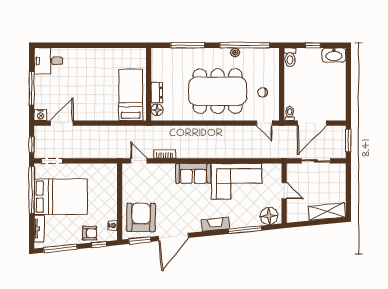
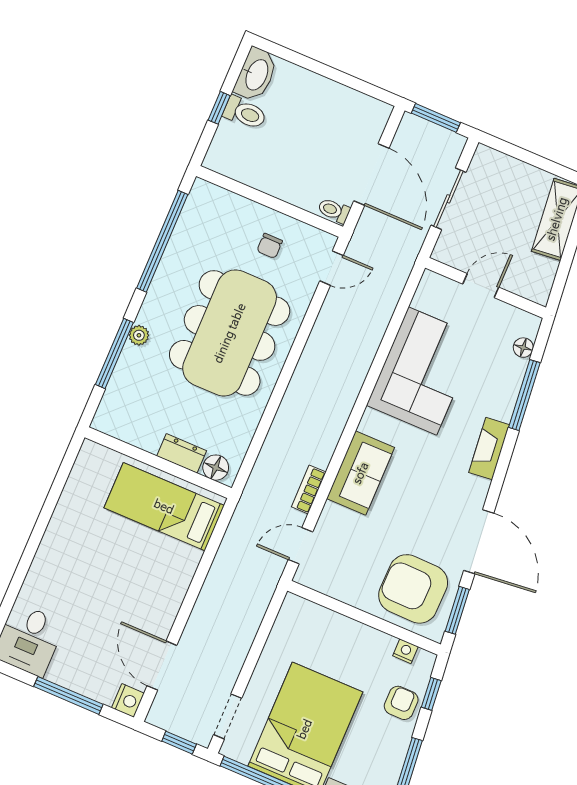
plant: (235, 52) -> (139, 335), moved
toilet: (290, 57) -> (245, 113), moved
sofa: (193, 173) -> (361, 473), moved
floor lamp: (269, 216) -> (523, 348), width x0.53, depth x0.53

